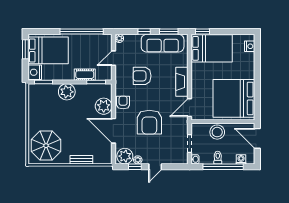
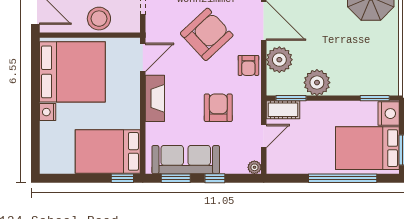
window: (82, 31) -> (343, 178), moved
nightstand: (250, 46) -> (48, 112), moved
cot: (85, 75) -> (283, 110), moved
armchair: (142, 76) -> (218, 108), turned -90
plant: (67, 92) -> (317, 83), moved
armchair: (149, 122) -> (207, 34), turned 47

